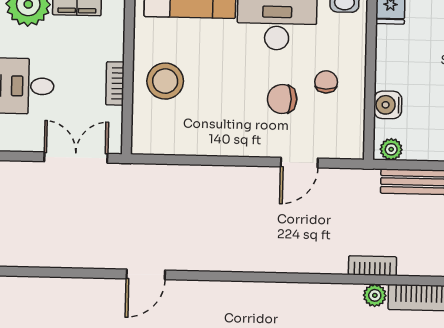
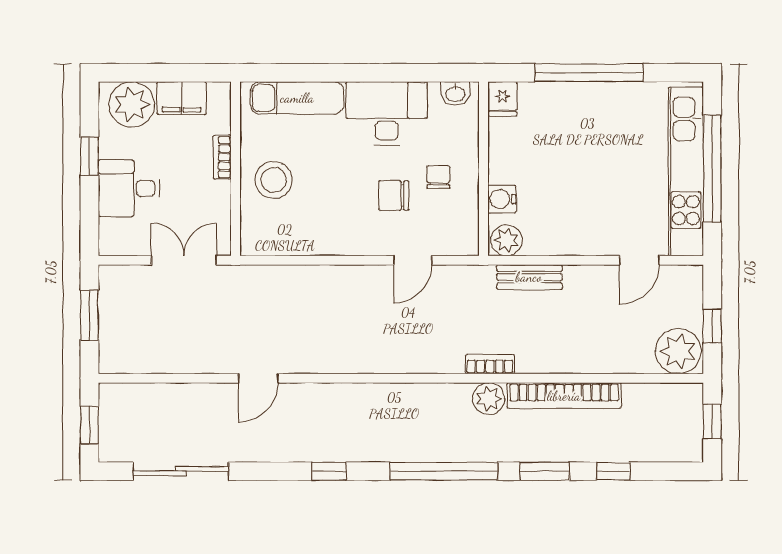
bookcase: (115, 83) -> (222, 157), moved
plant: (391, 149) -> (506, 240), width x1.38, depth x1.38
plant: (375, 295) -> (489, 399), width x1.38, depth x1.38

